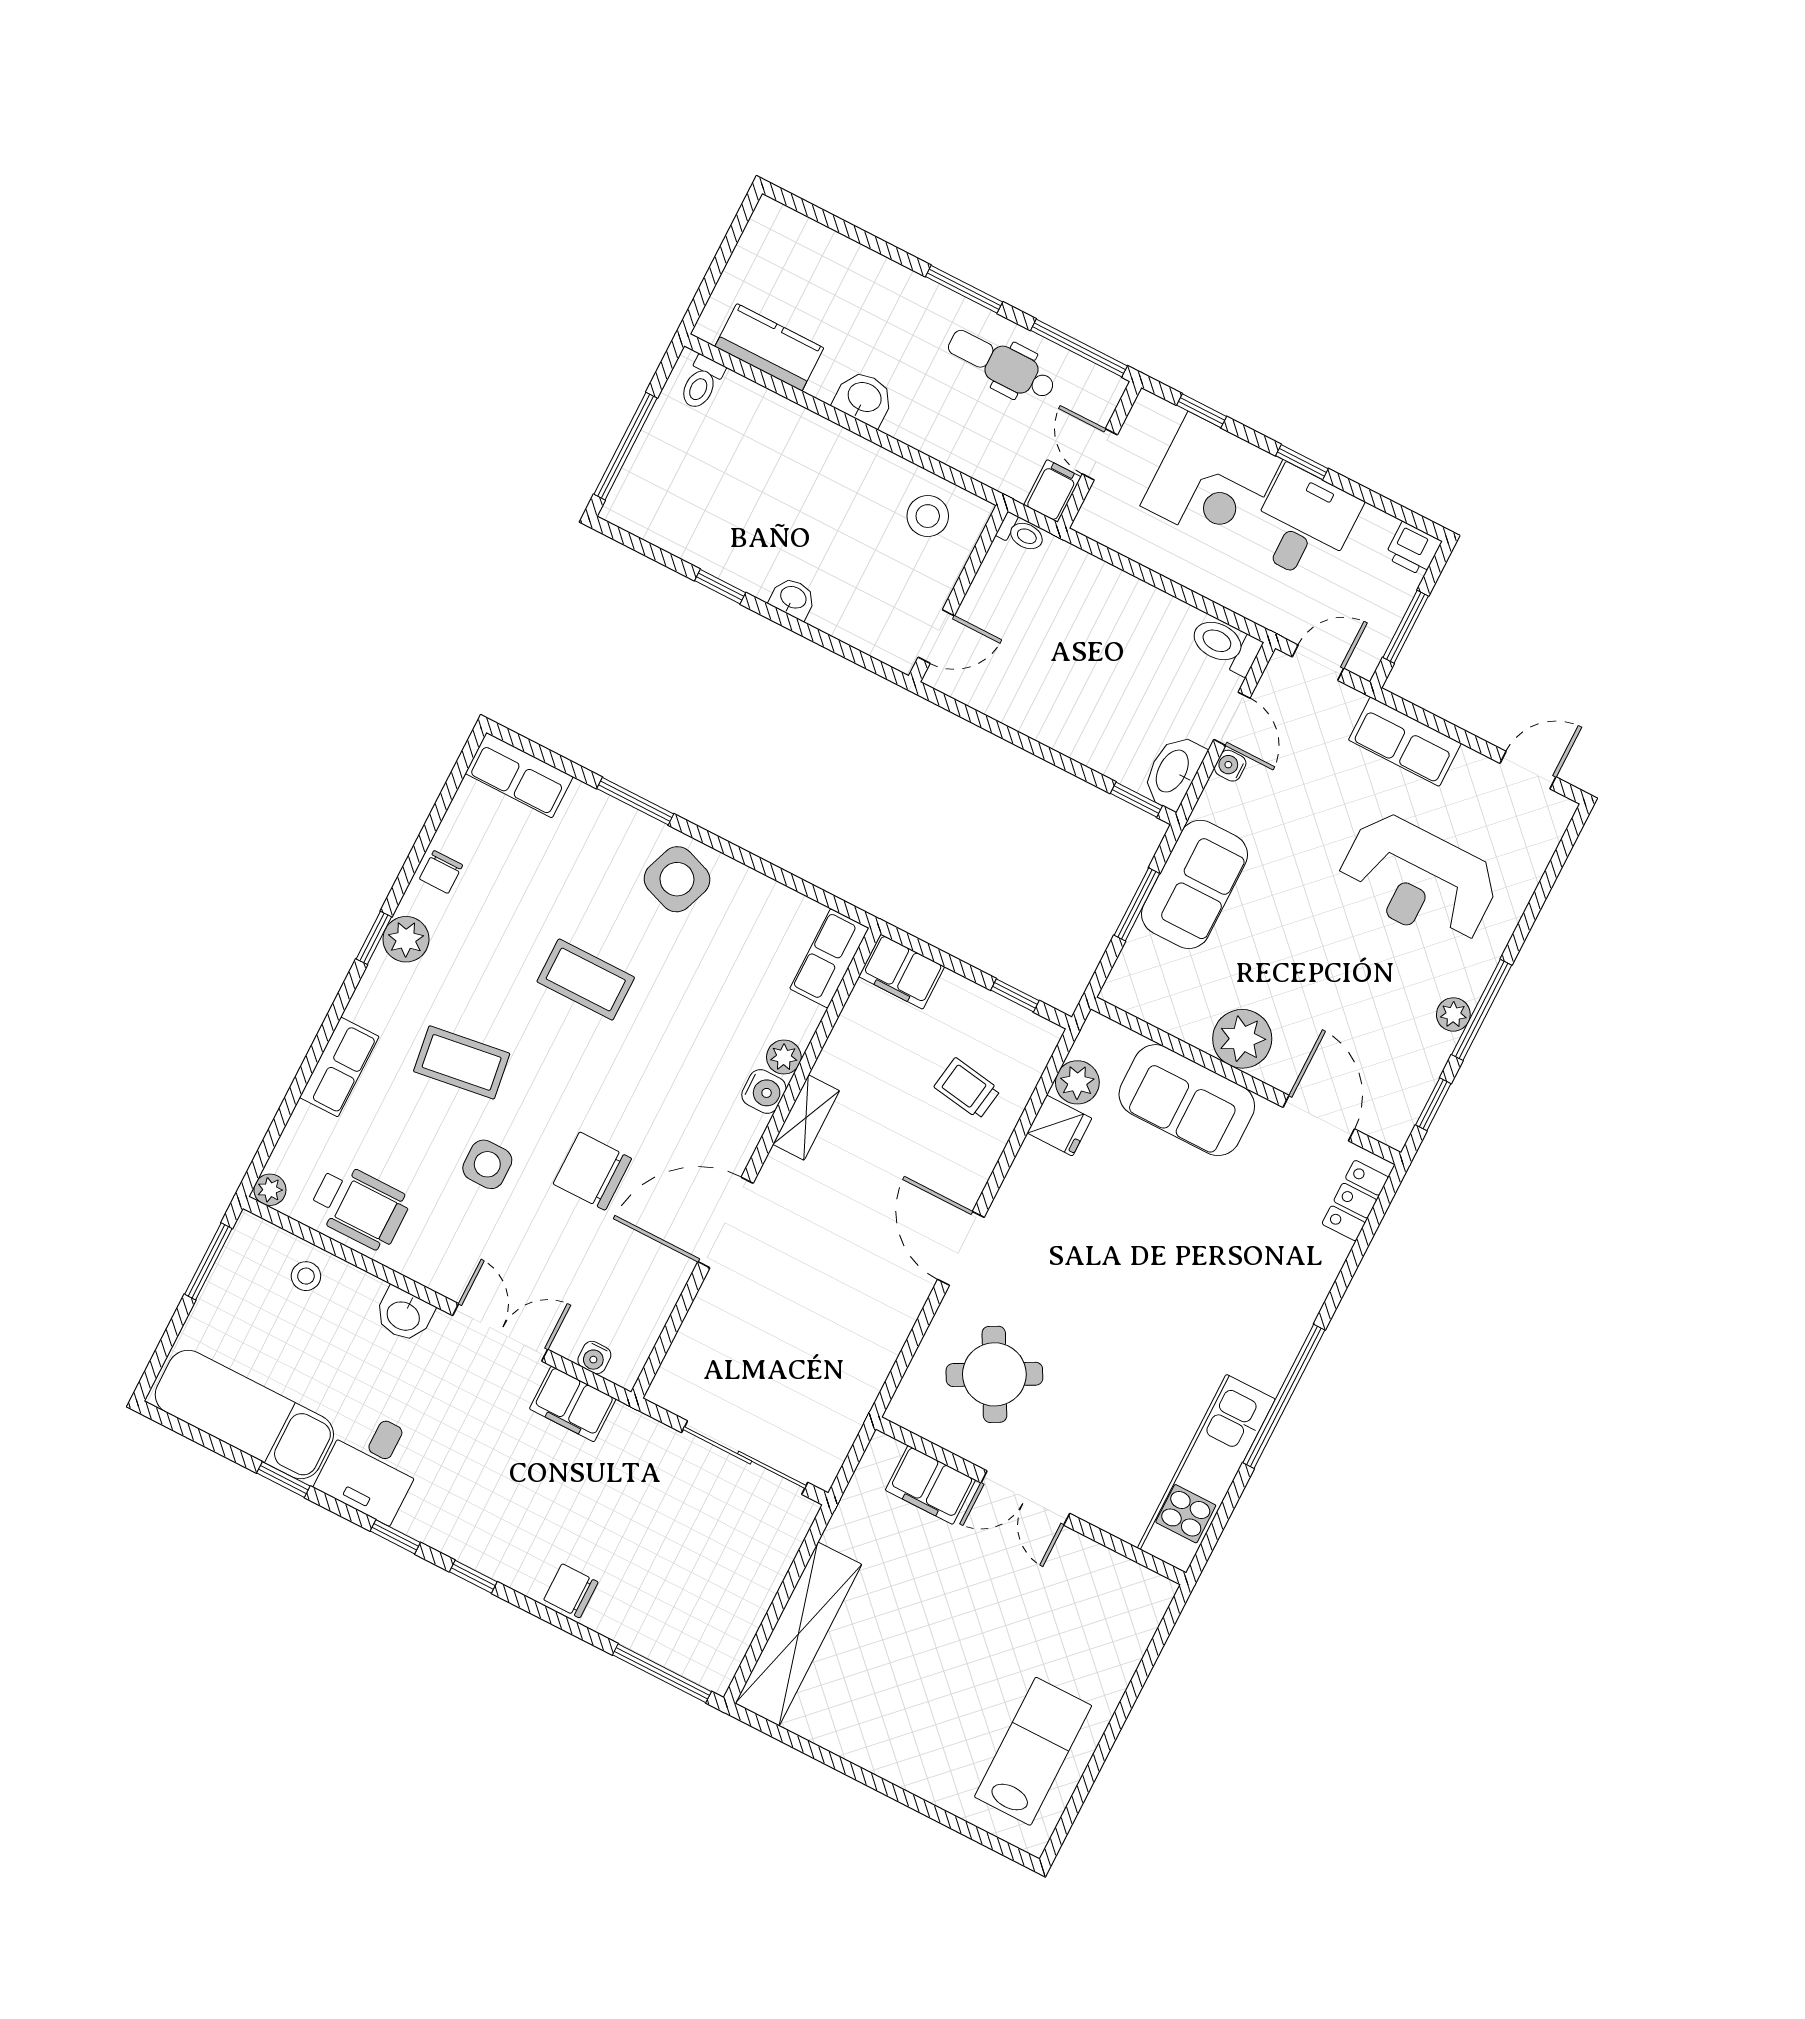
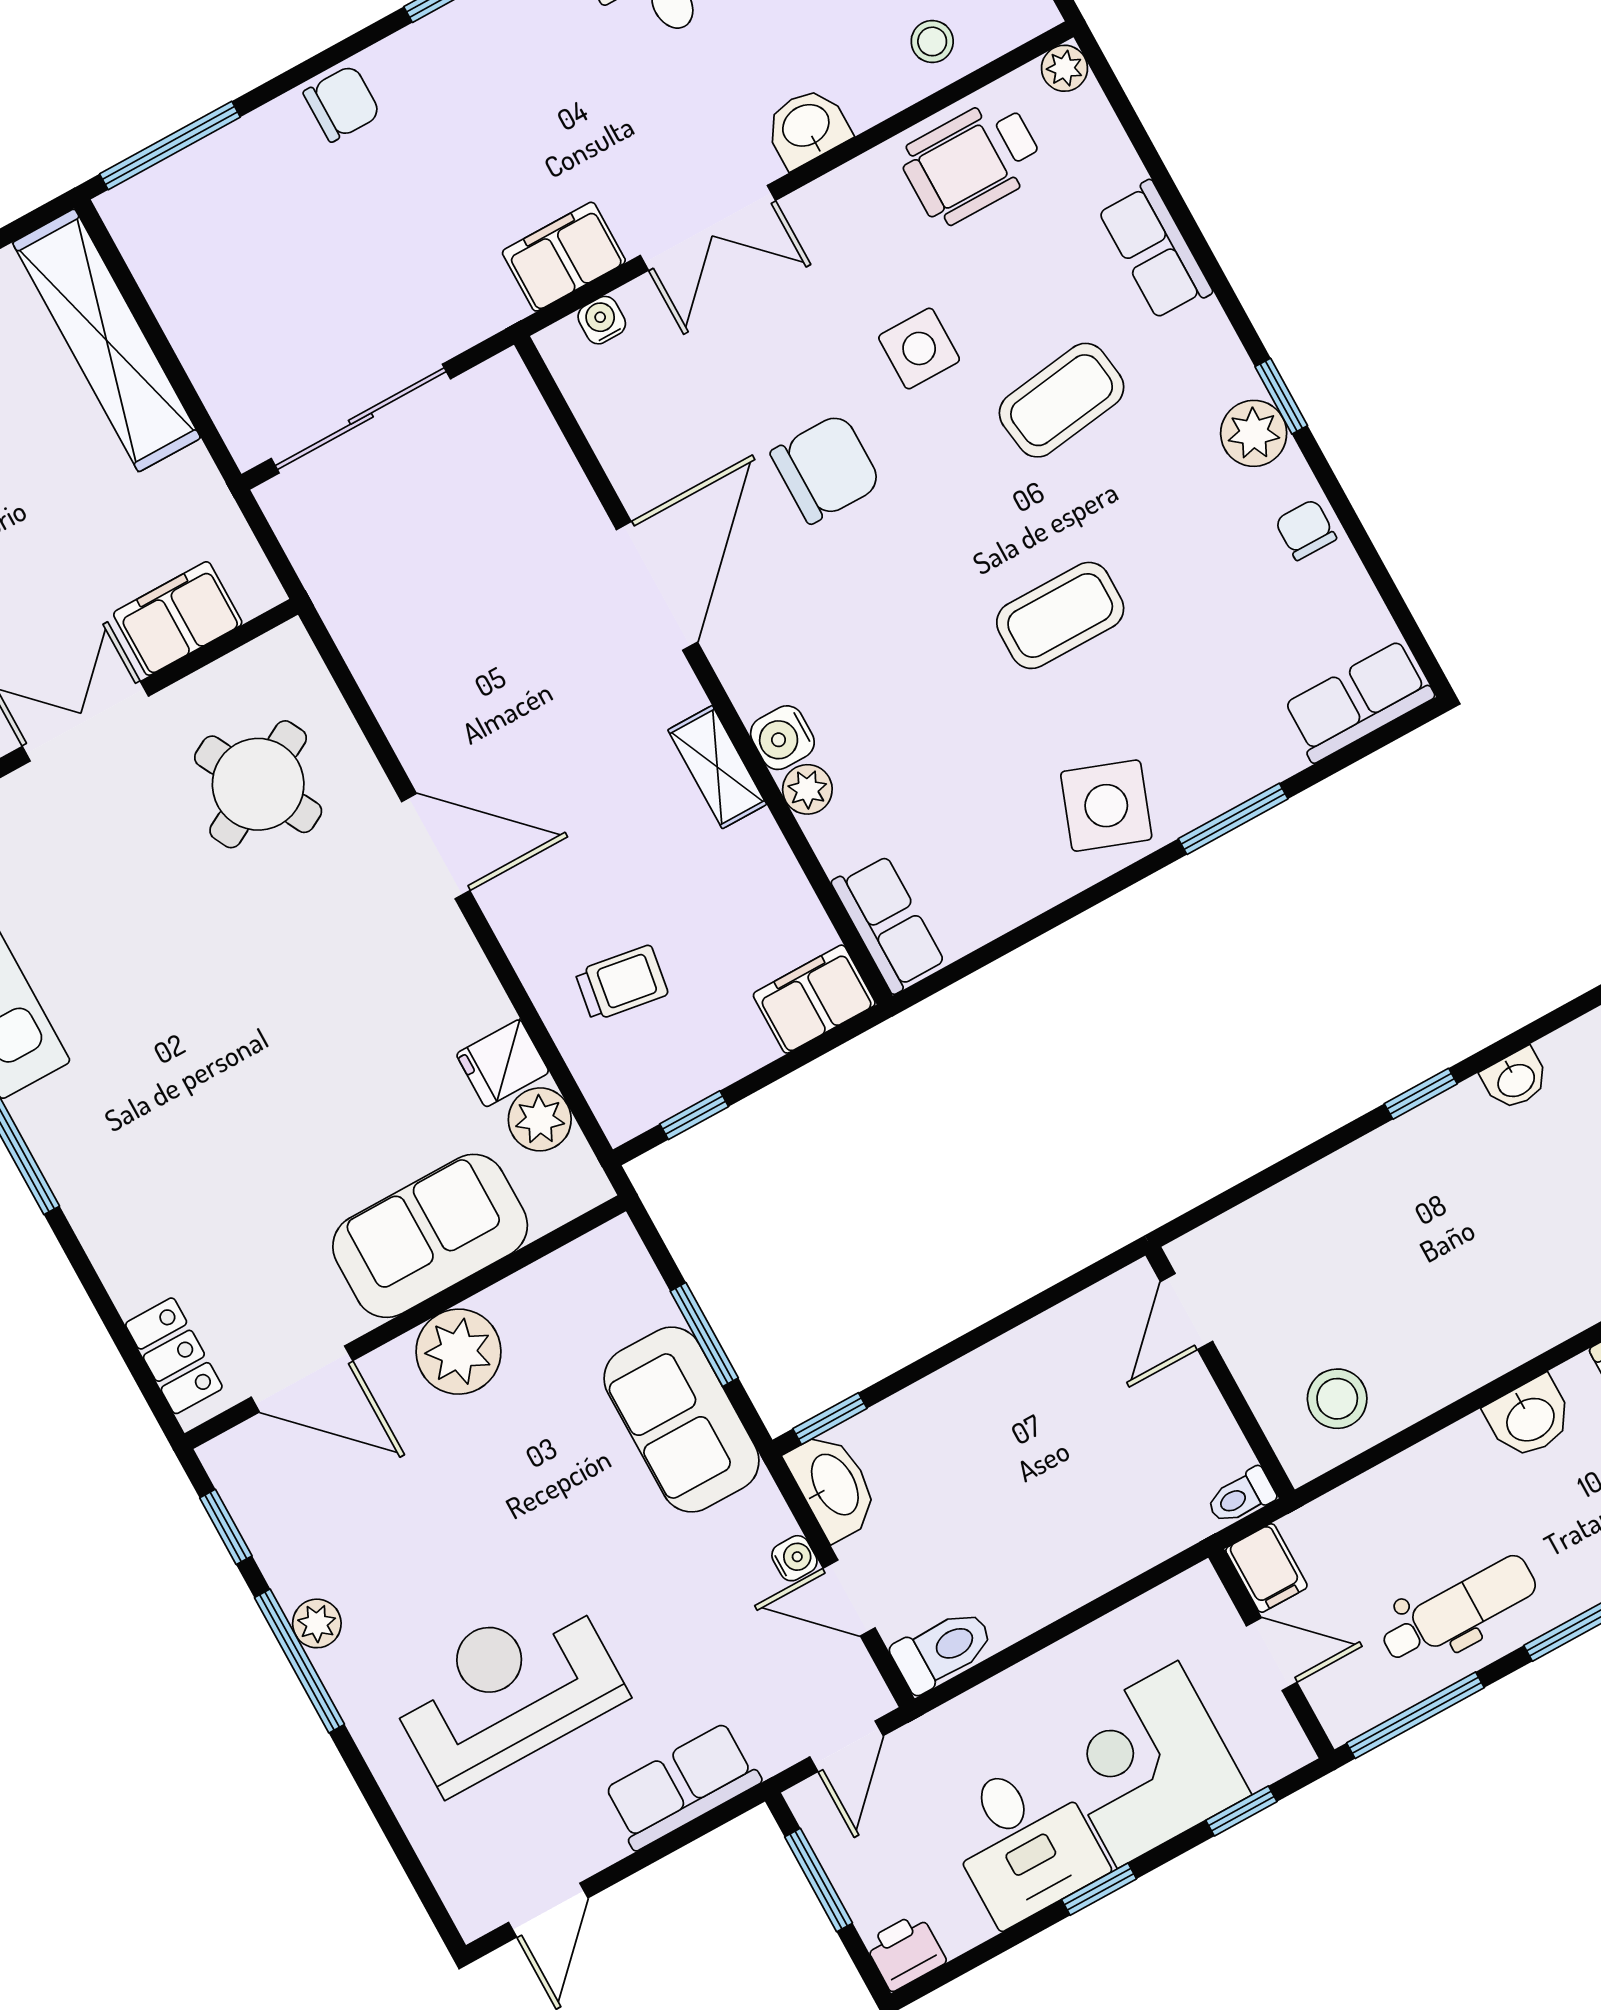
washbasin: (793, 598) -> (1515, 1079), moved

